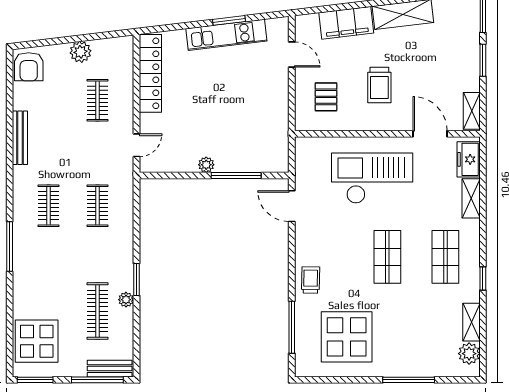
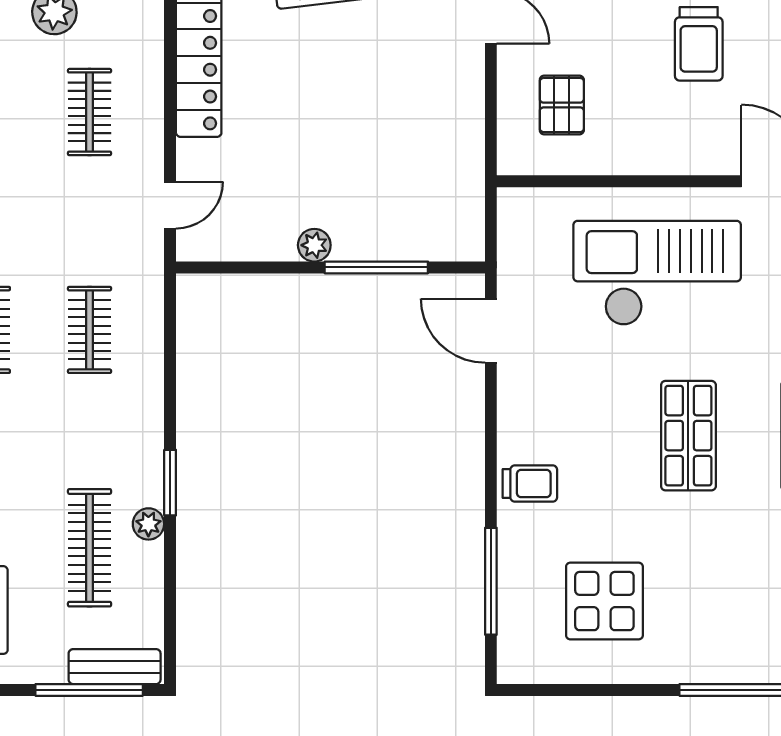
trolley: (379, 85) -> (699, 44), moved
trolley: (311, 280) -> (530, 484), turned 89
display table: (347, 337) -> (604, 601), width x0.73, depth x0.73

